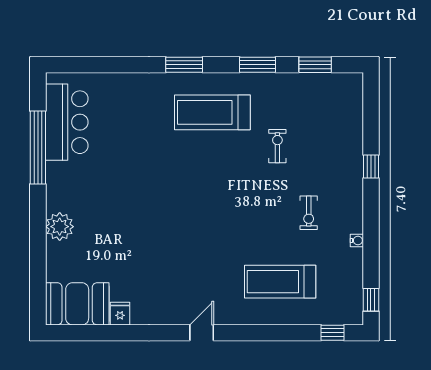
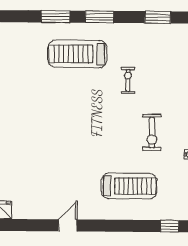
window: (257, 65) -> (99, 17), moved
exercise bike: (309, 213) -> (152, 133), width x1.38, depth x1.39
treadmill: (280, 282) -> (129, 186), turned 180

